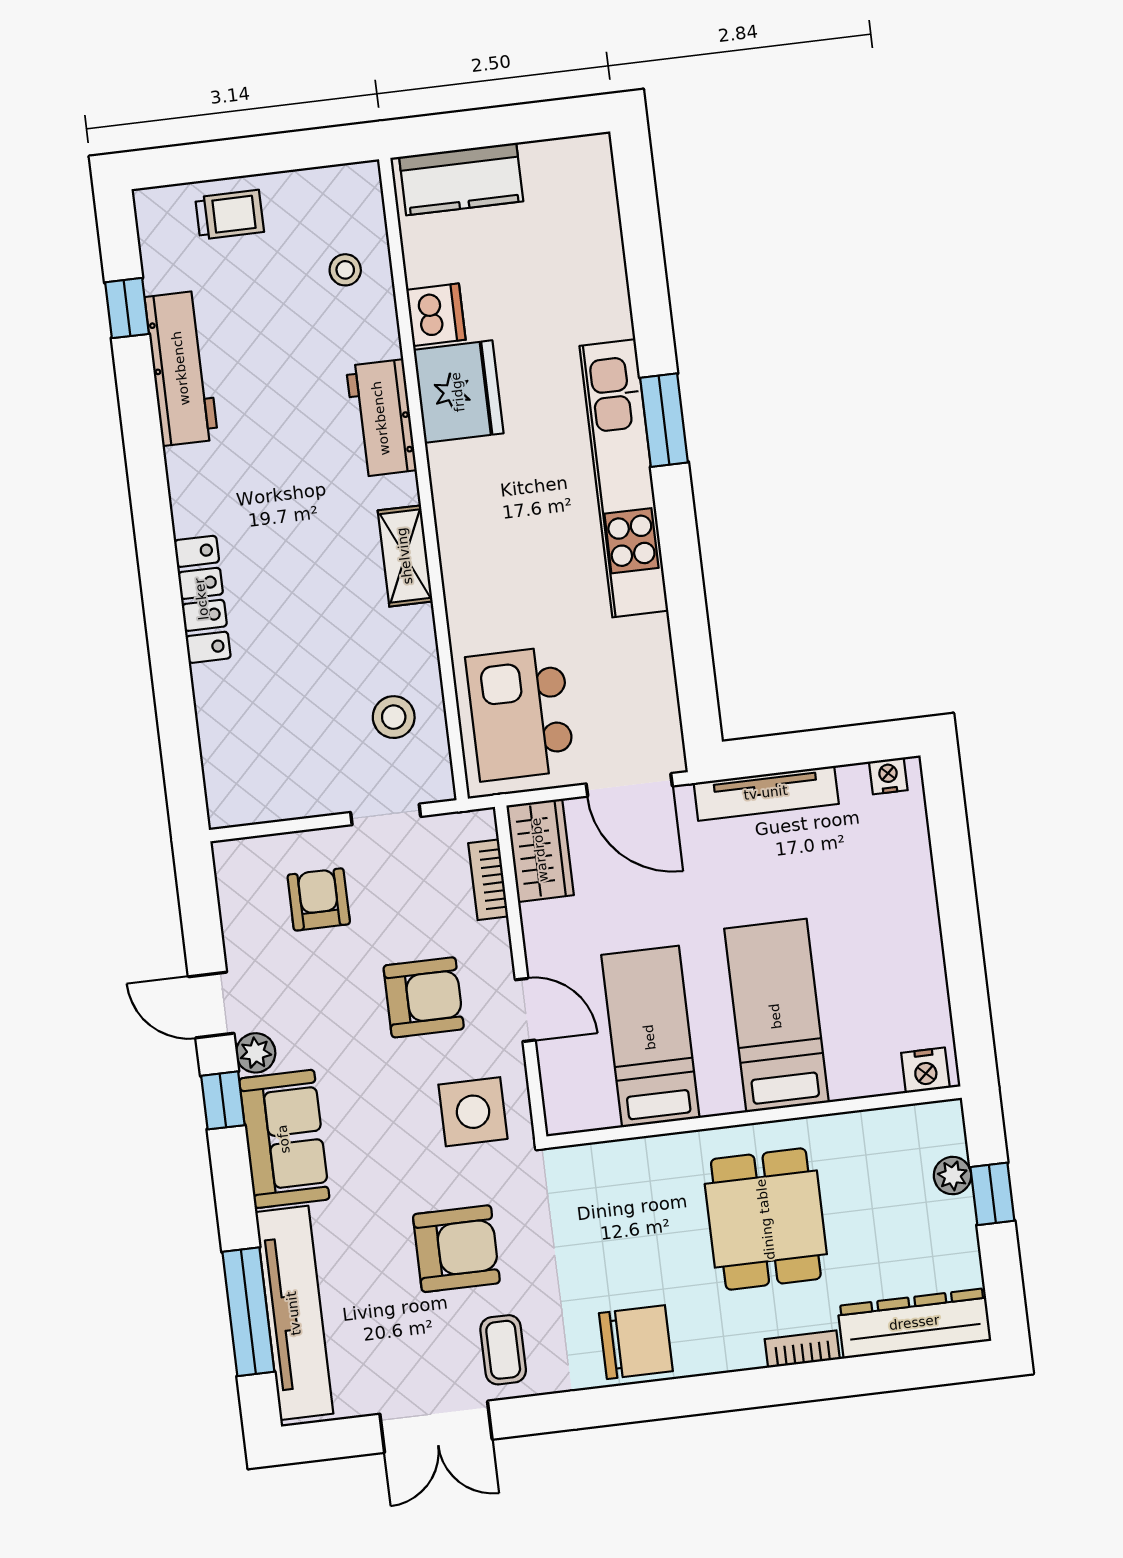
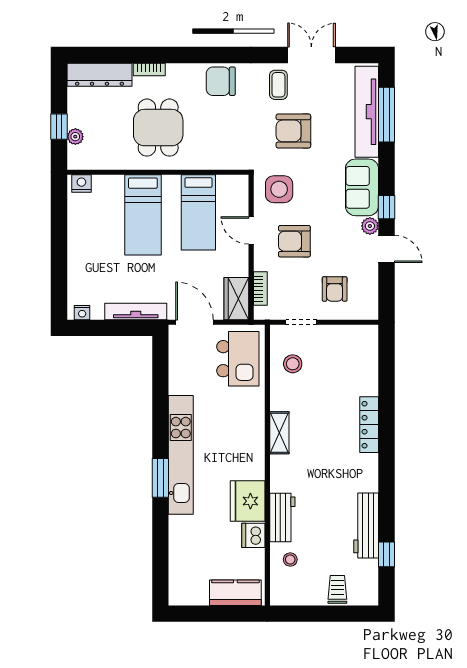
trolley: (230, 215) -> (337, 589), turned 90
workbench: (381, 418) -> (282, 517), moved

